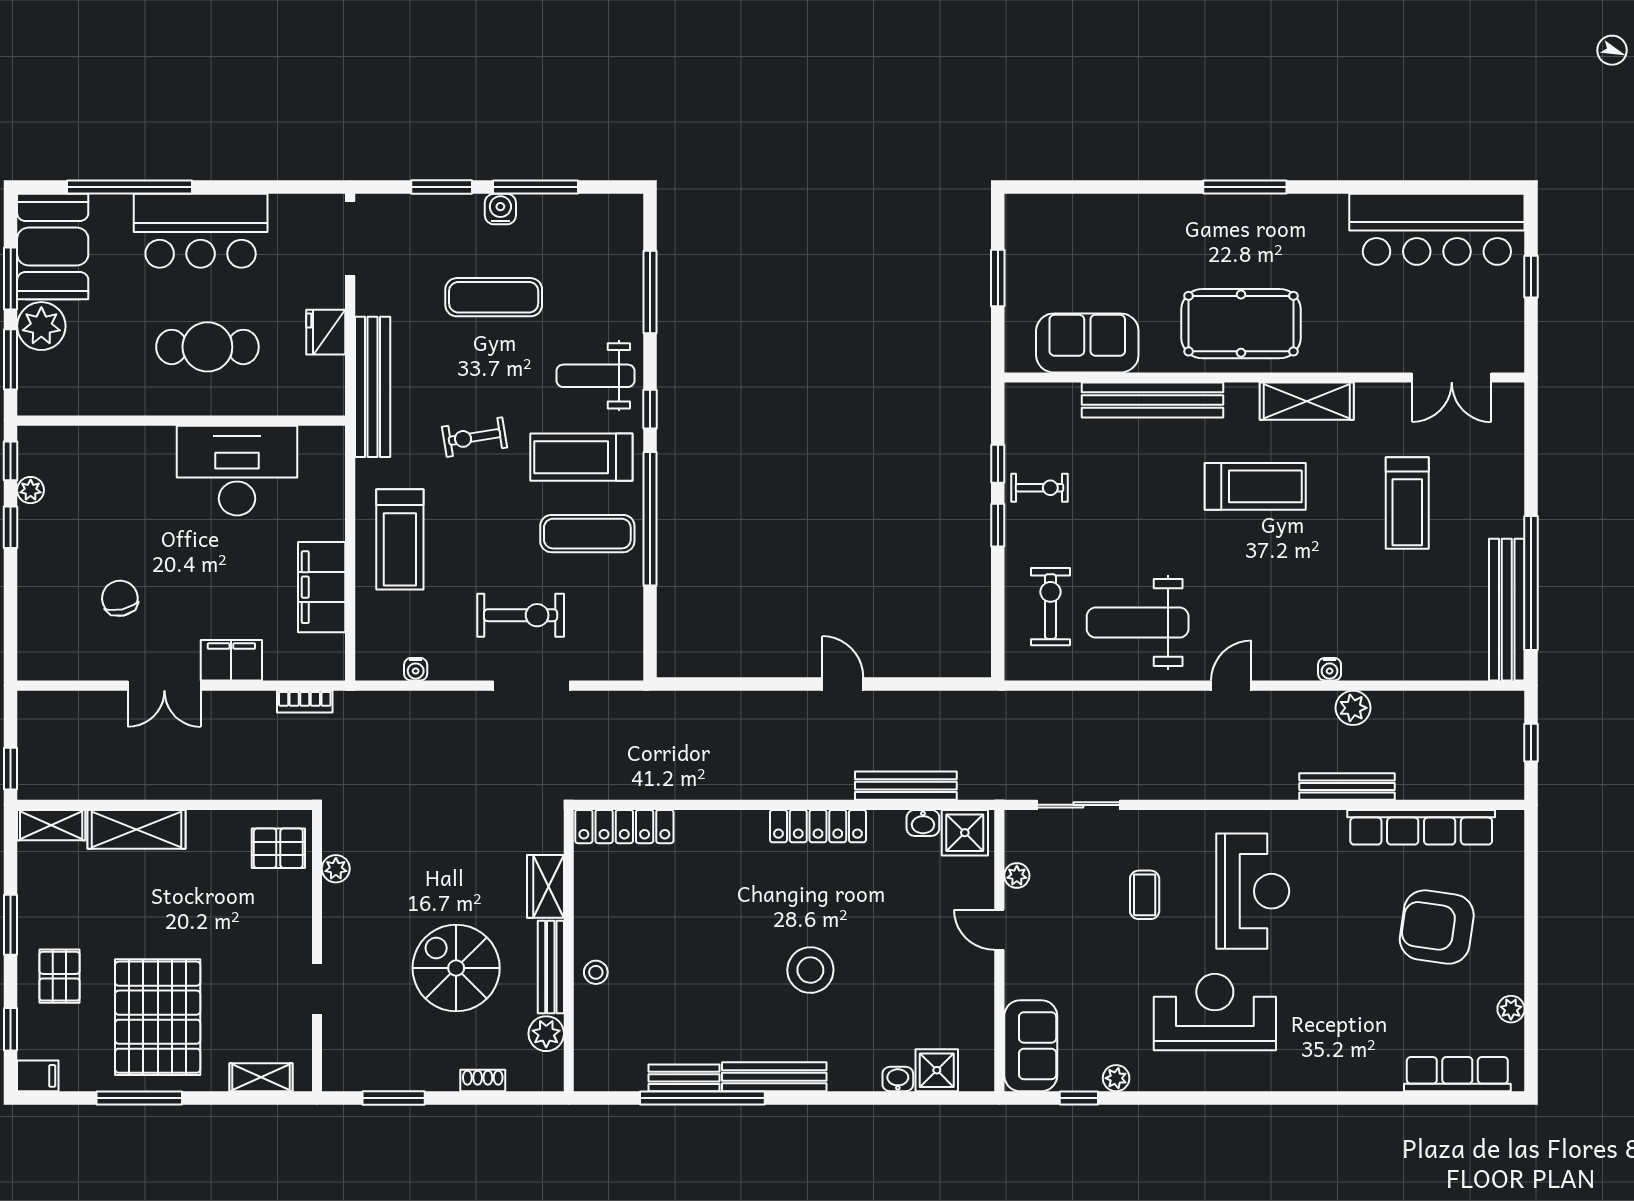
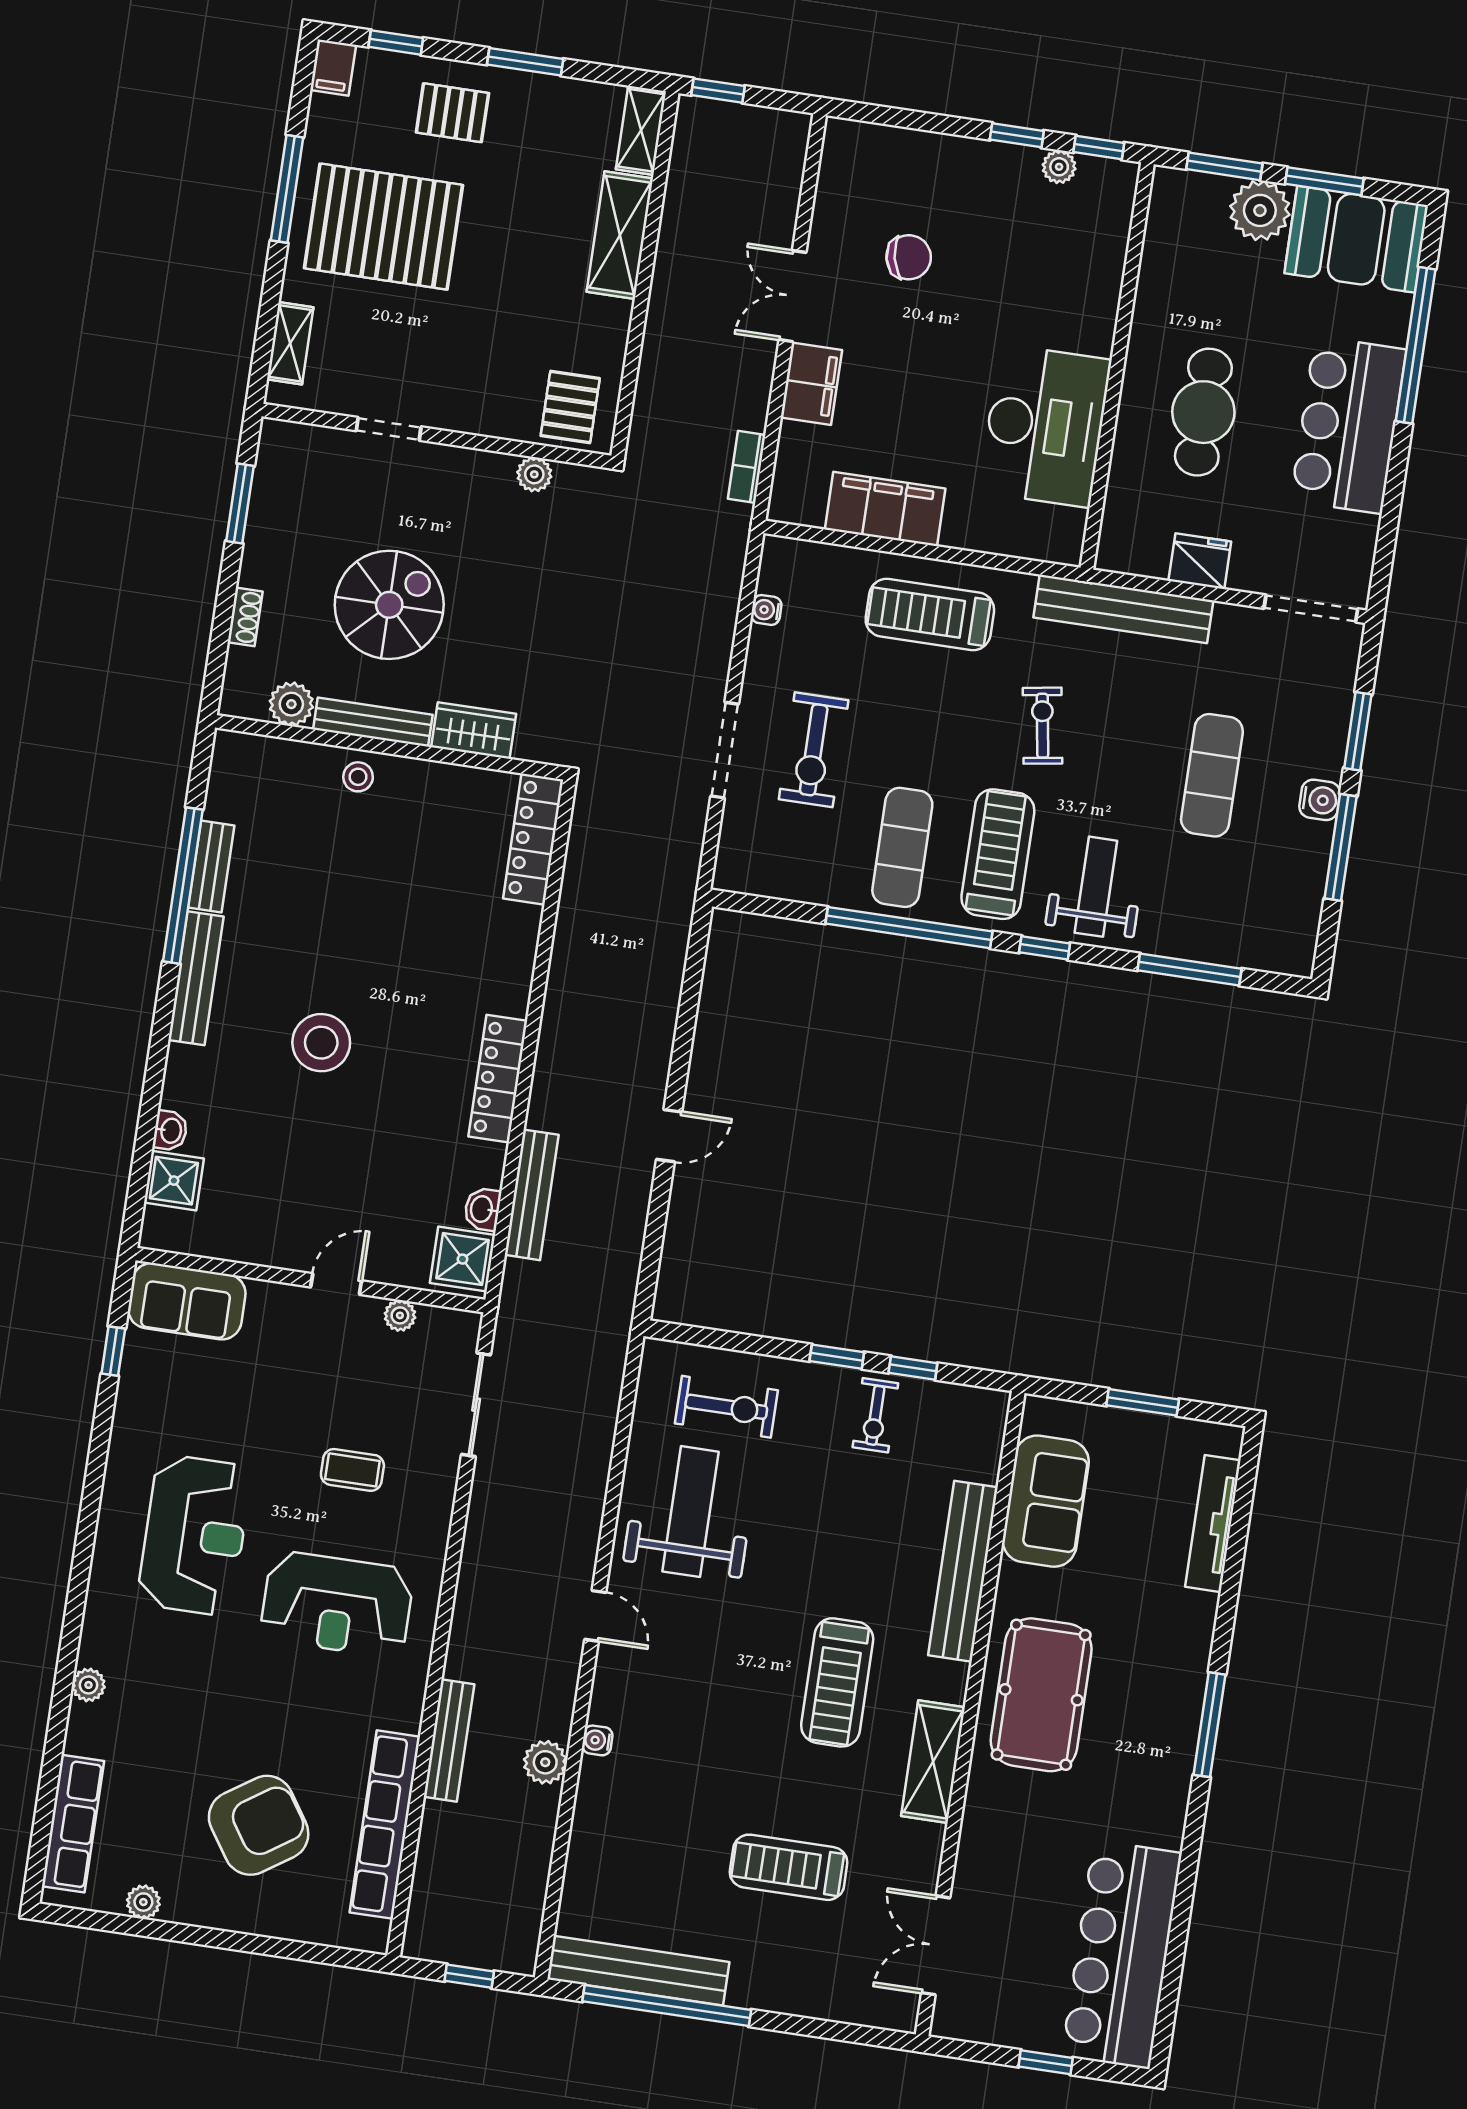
tv unit: (1085, 208) -> (1213, 1524), added
armchair: (1437, 927) -> (259, 1825), turned 48
plant: (1116, 1078) -> (88, 1685), moved

